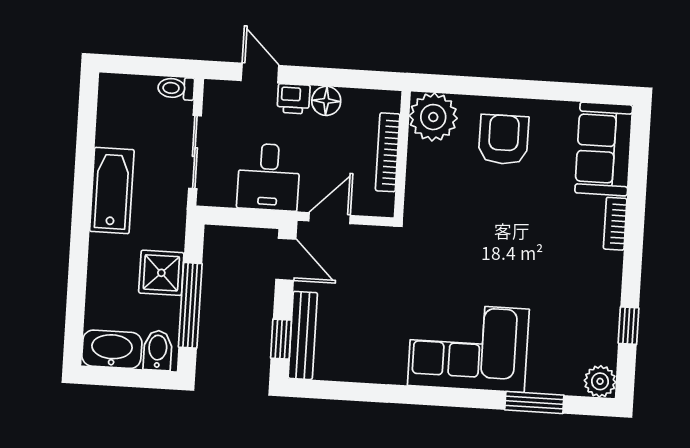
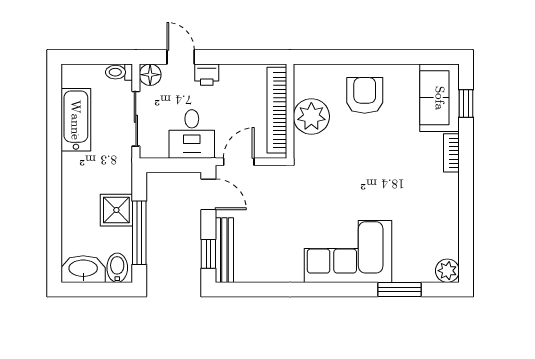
floor lamp: (326, 101) -> (150, 75), moved
plant: (433, 117) -> (311, 116), moved
bookcase: (388, 152) -> (277, 110), width x1.48, depth x1.31
bathtub: (112, 190) -> (76, 120), moved
window: (629, 326) -> (466, 103), moved

